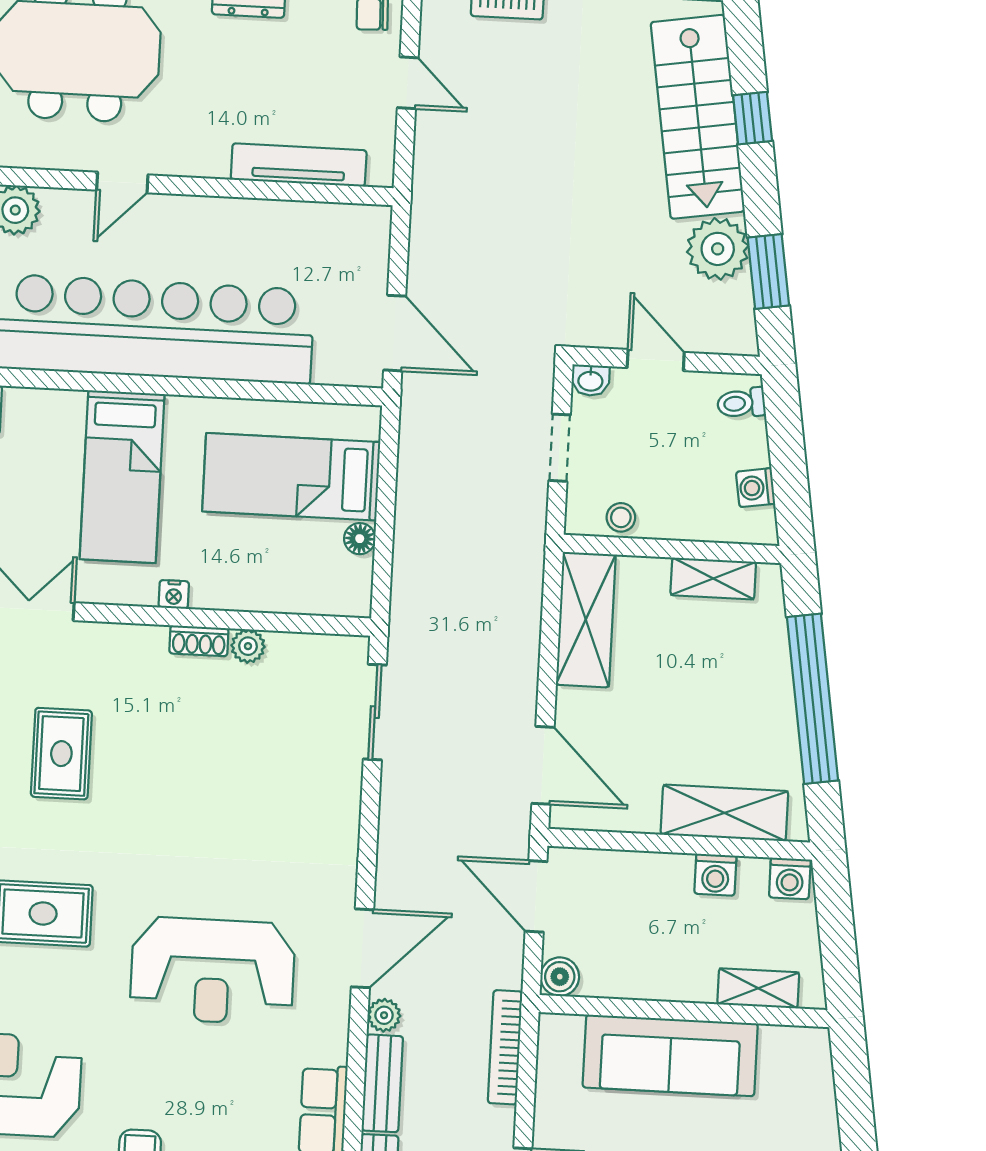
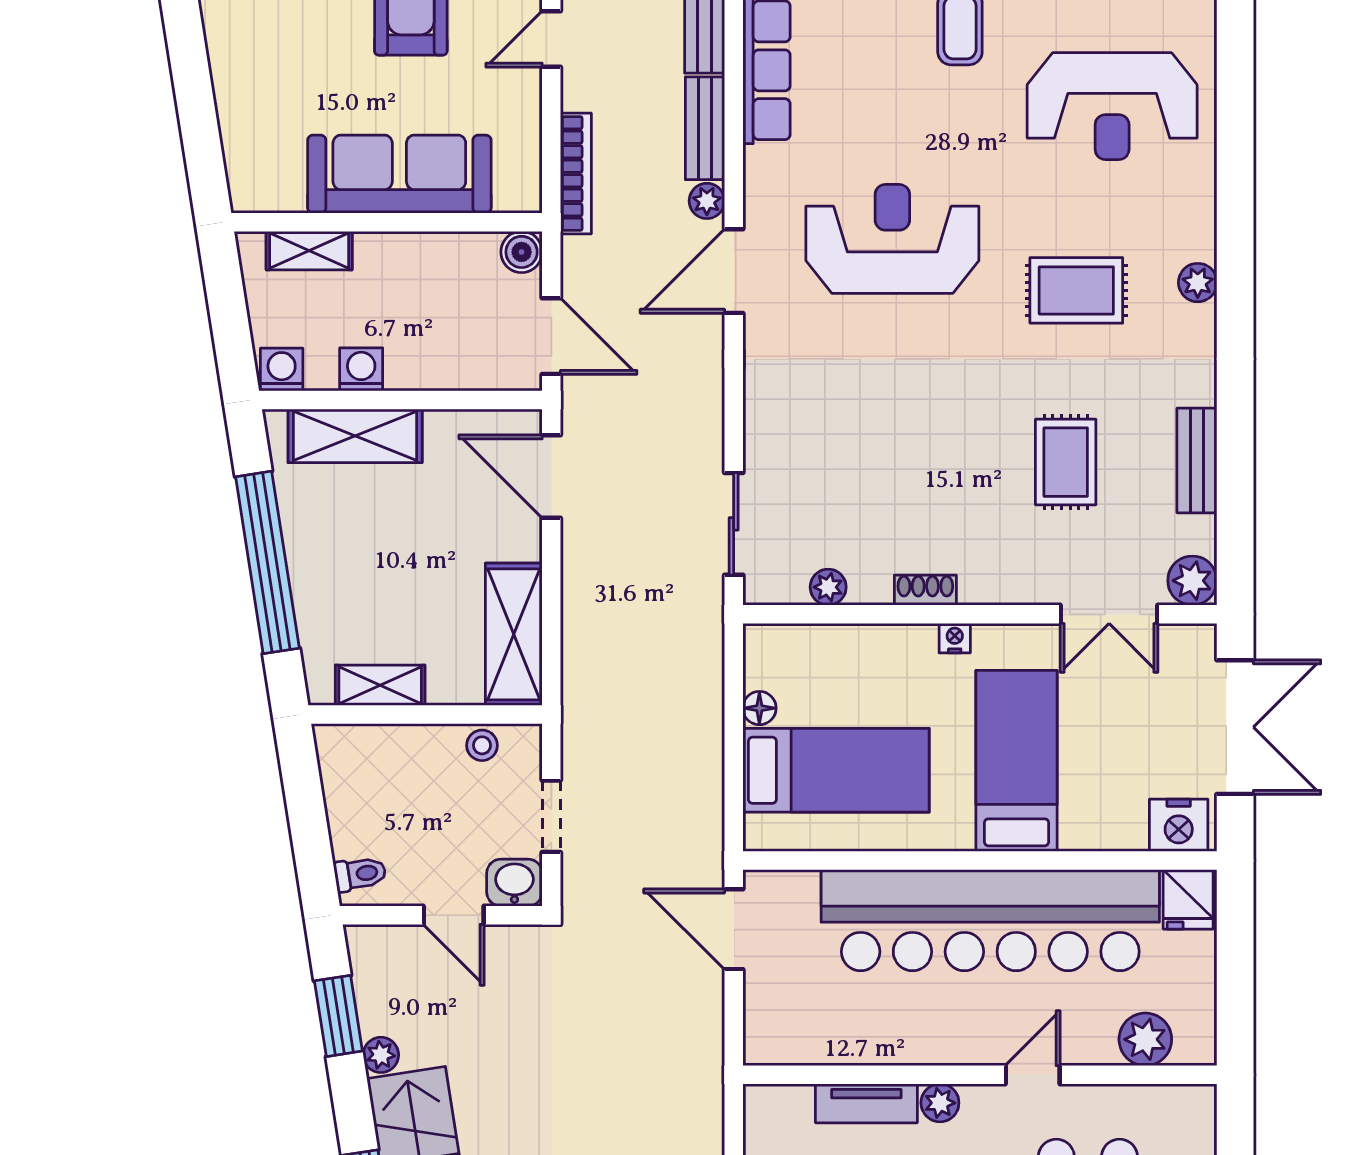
plant: (210, 161) -> (940, 1103), added
tv unit: (299, 165) -> (866, 1103), width x0.71
plant: (718, 249) -> (381, 1055), width x0.53, depth x0.53
washbasin: (590, 380) -> (514, 883), width x1.38, depth x1.45
washing machine: (756, 488) -> (340, 785), removed
plant: (248, 646) -> (828, 587), moved

